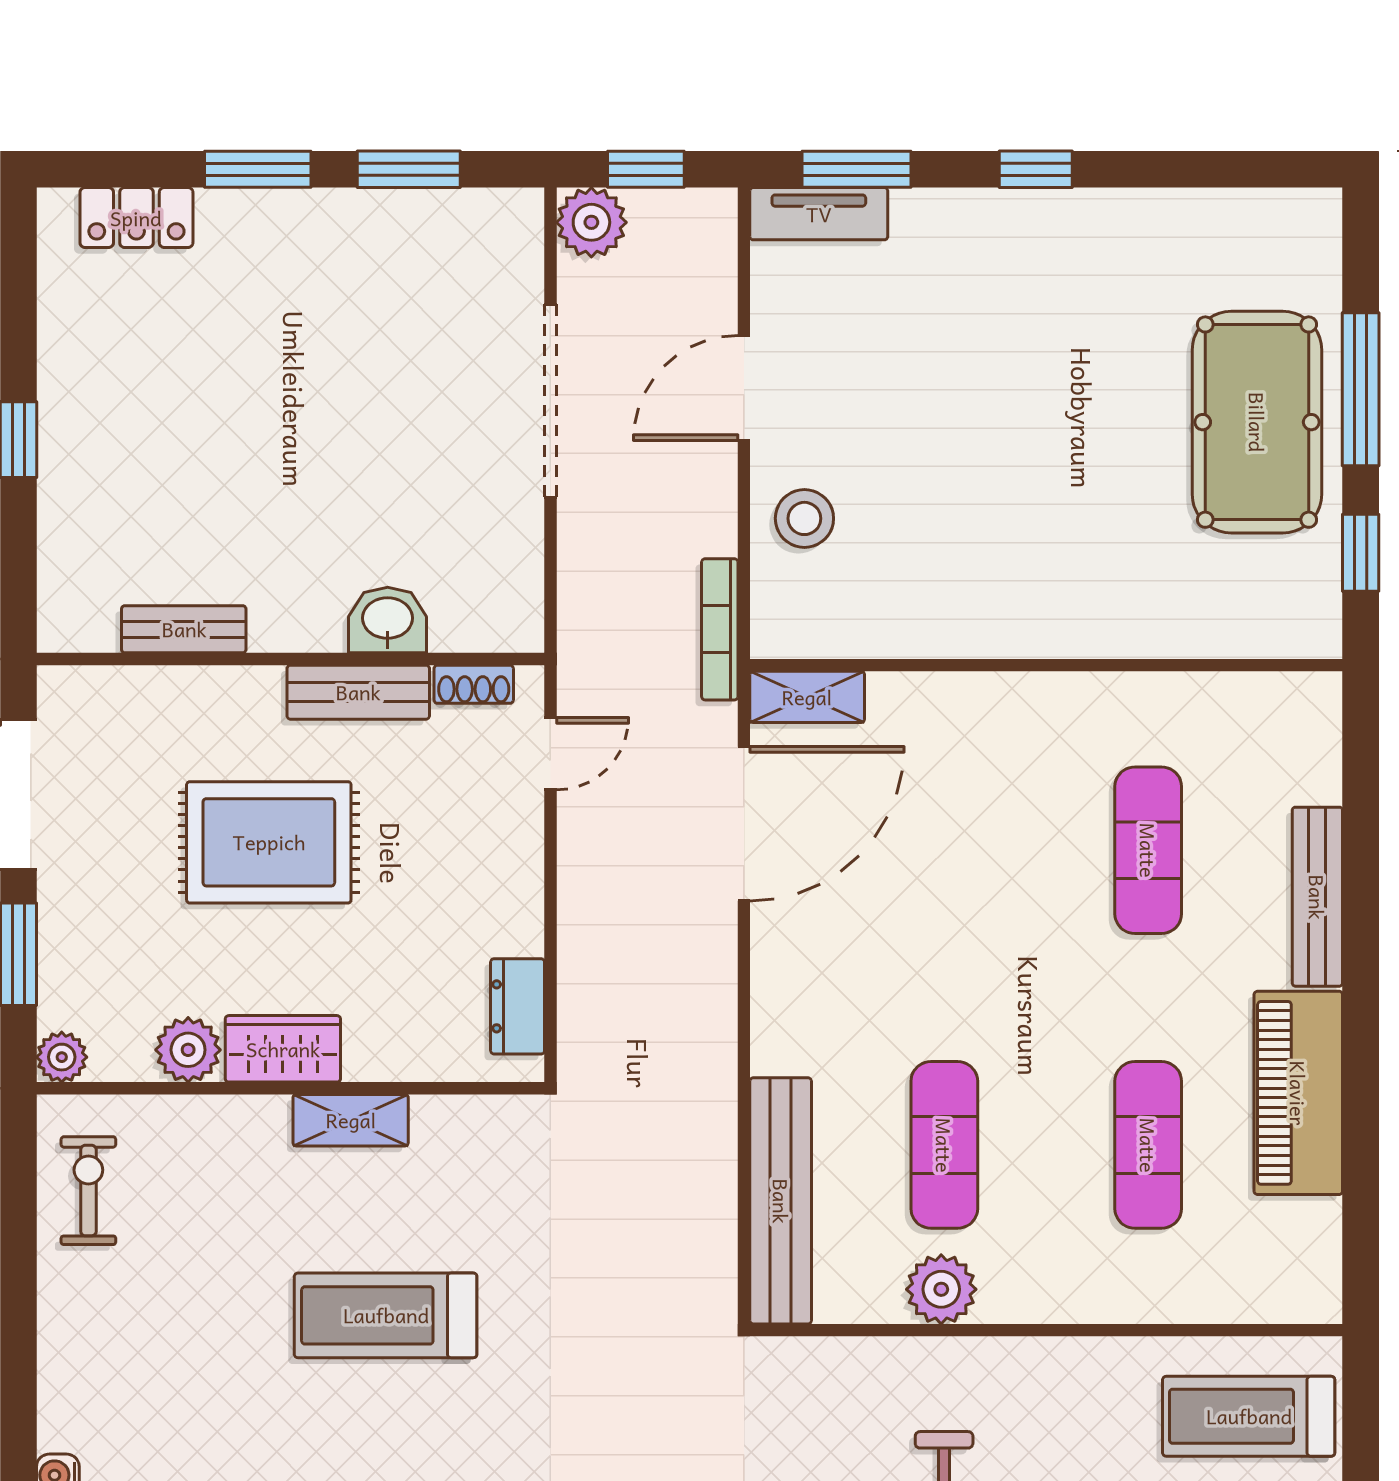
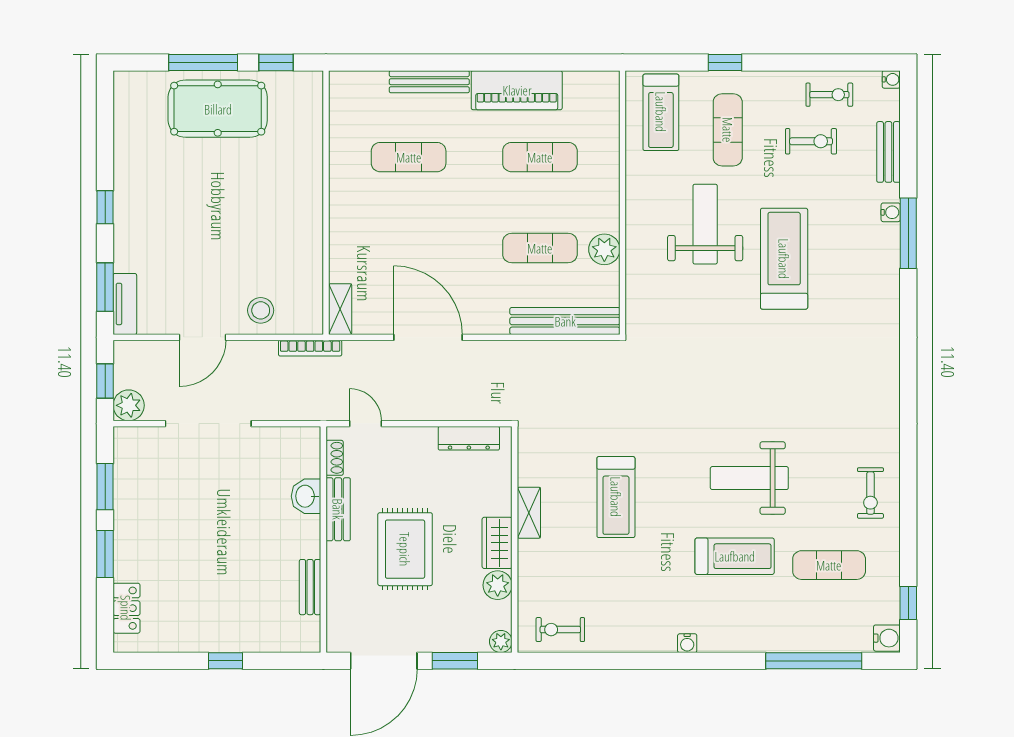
door: (744, 388) -> (203, 337), hinge flipped
door: (744, 824) -> (428, 337), moved
dresser: (518, 1006) -> (469, 438), width x1.44

